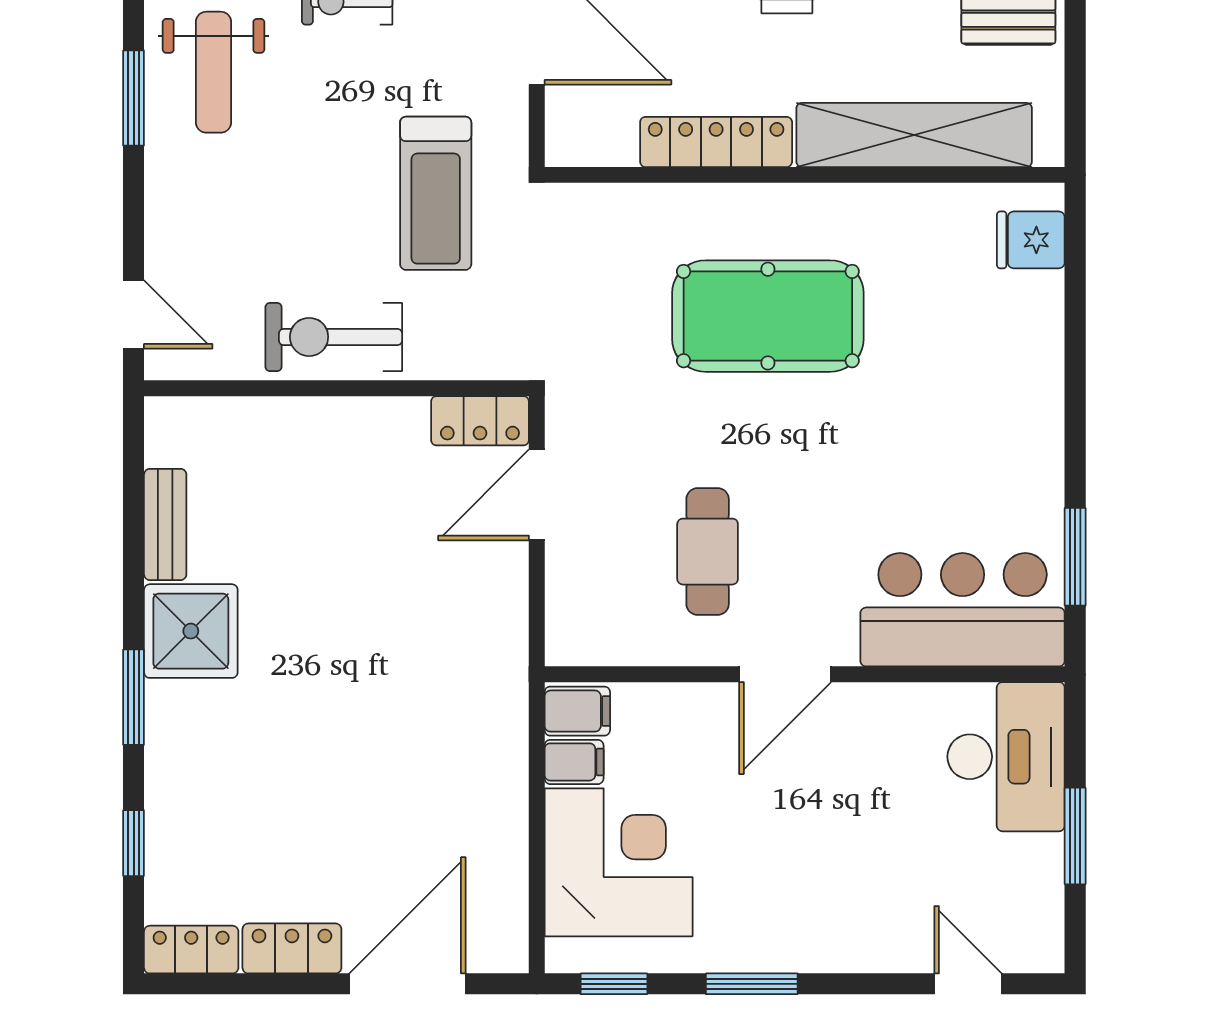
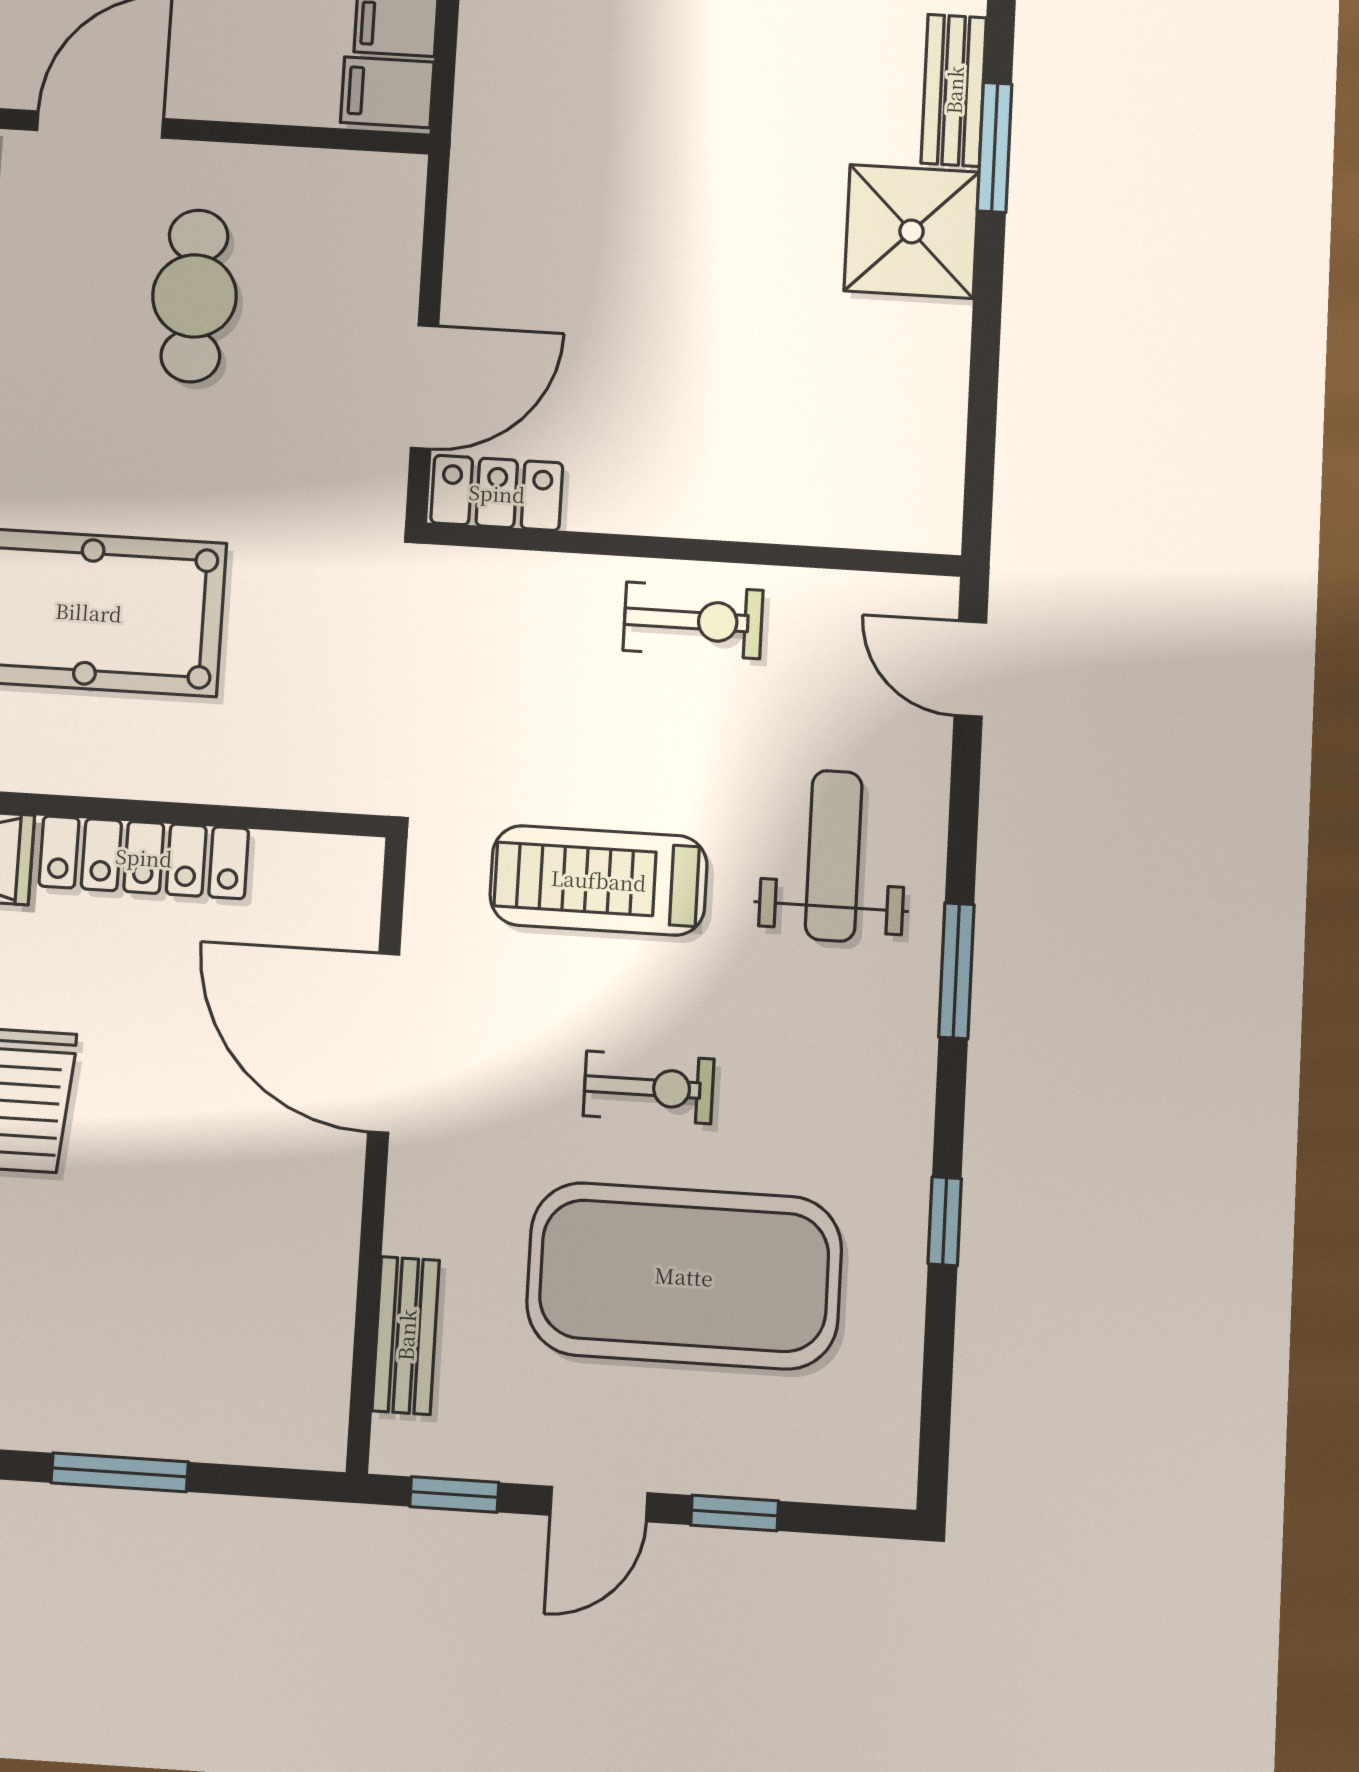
weight bench: (214, 72) -> (834, 856), moved
treadmill: (436, 193) -> (599, 880), moved, turned -90
exercise bike: (334, 337) -> (693, 620), width x0.73, depth x0.72
bench: (165, 524) -> (954, 90), moved

